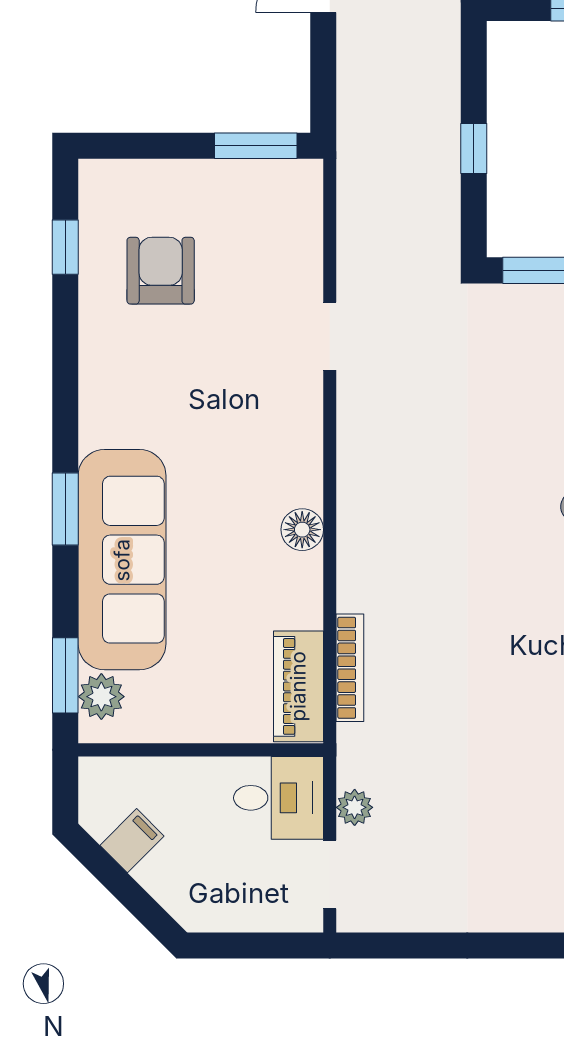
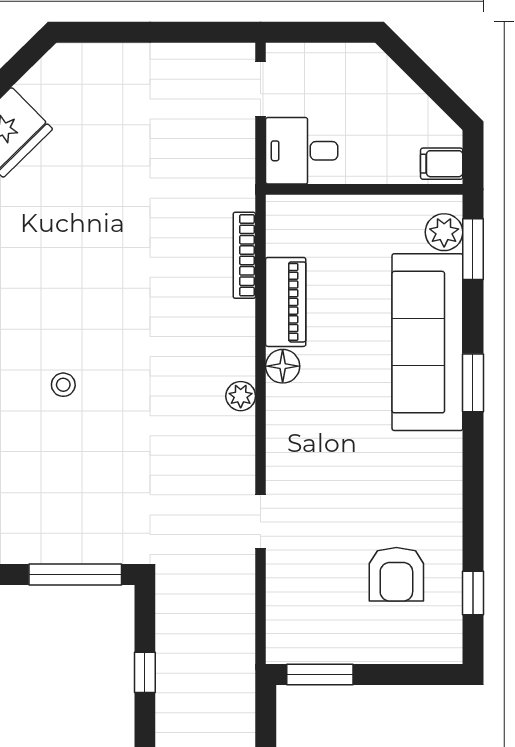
piano: (298, 686) -> (286, 302), moved
plant: (355, 807) -> (241, 396), moved
filing cabinet: (132, 841) -> (442, 164), moved, turned 45

